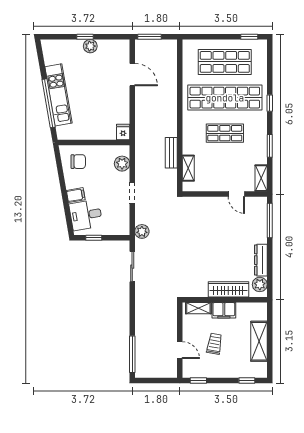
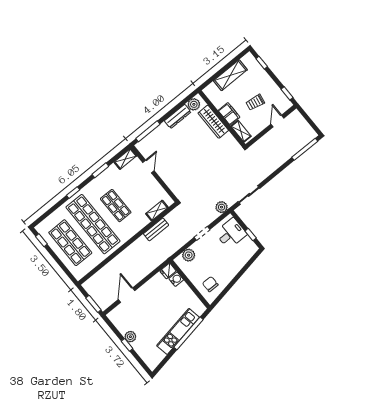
water cooler: (109, 133) -> (176, 279), added
filing cabinet: (76, 195) -> (233, 268), removed
desk: (86, 215) -> (231, 233), moved, turned -80

